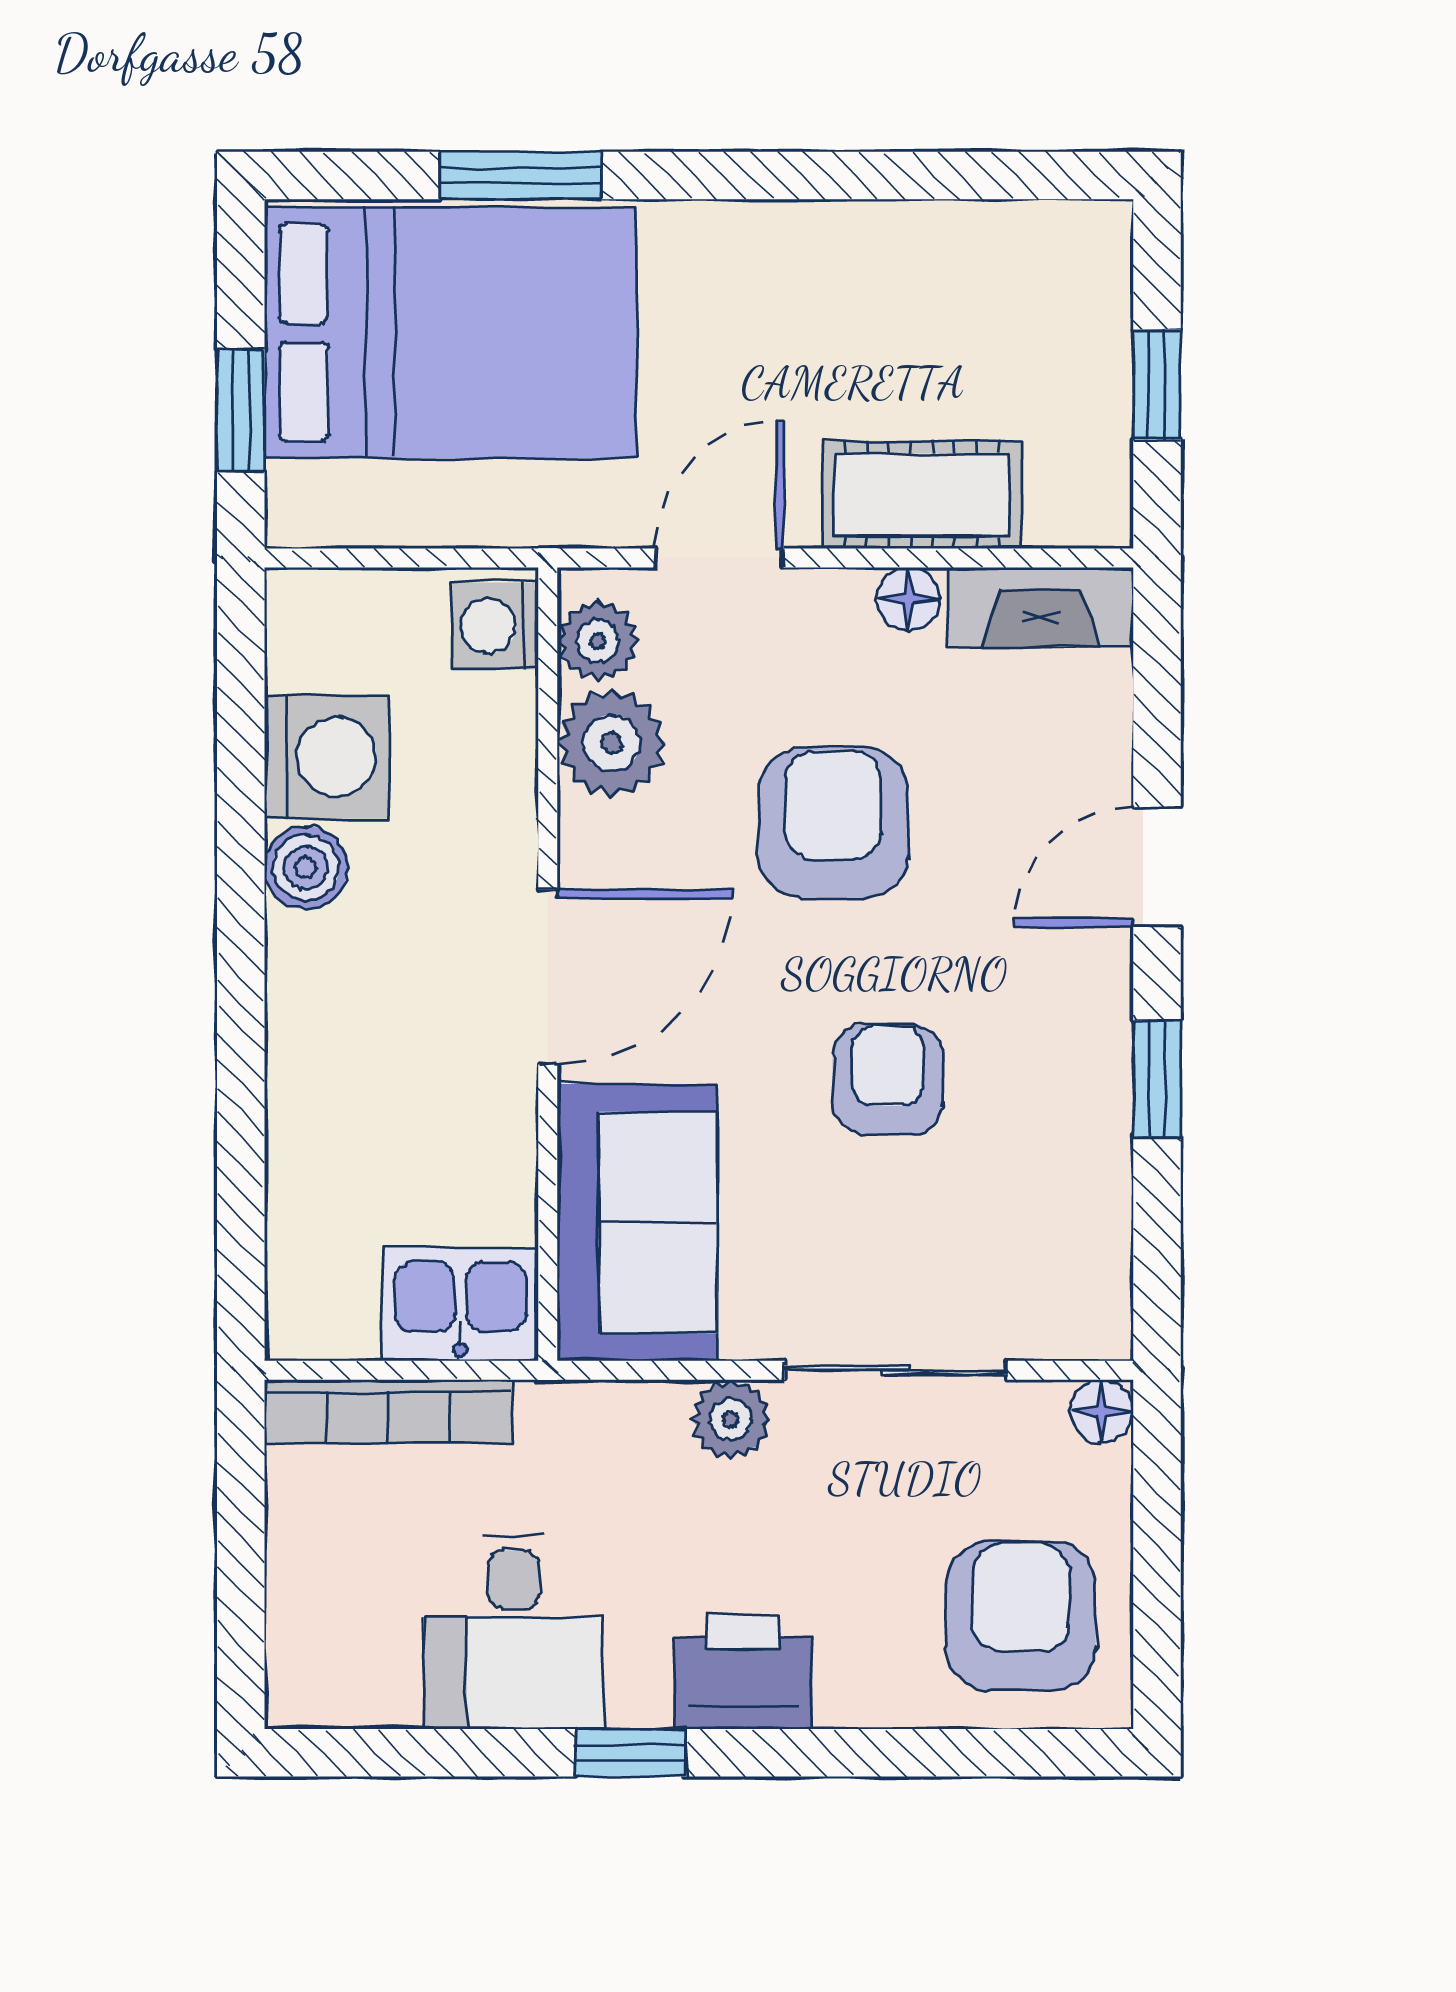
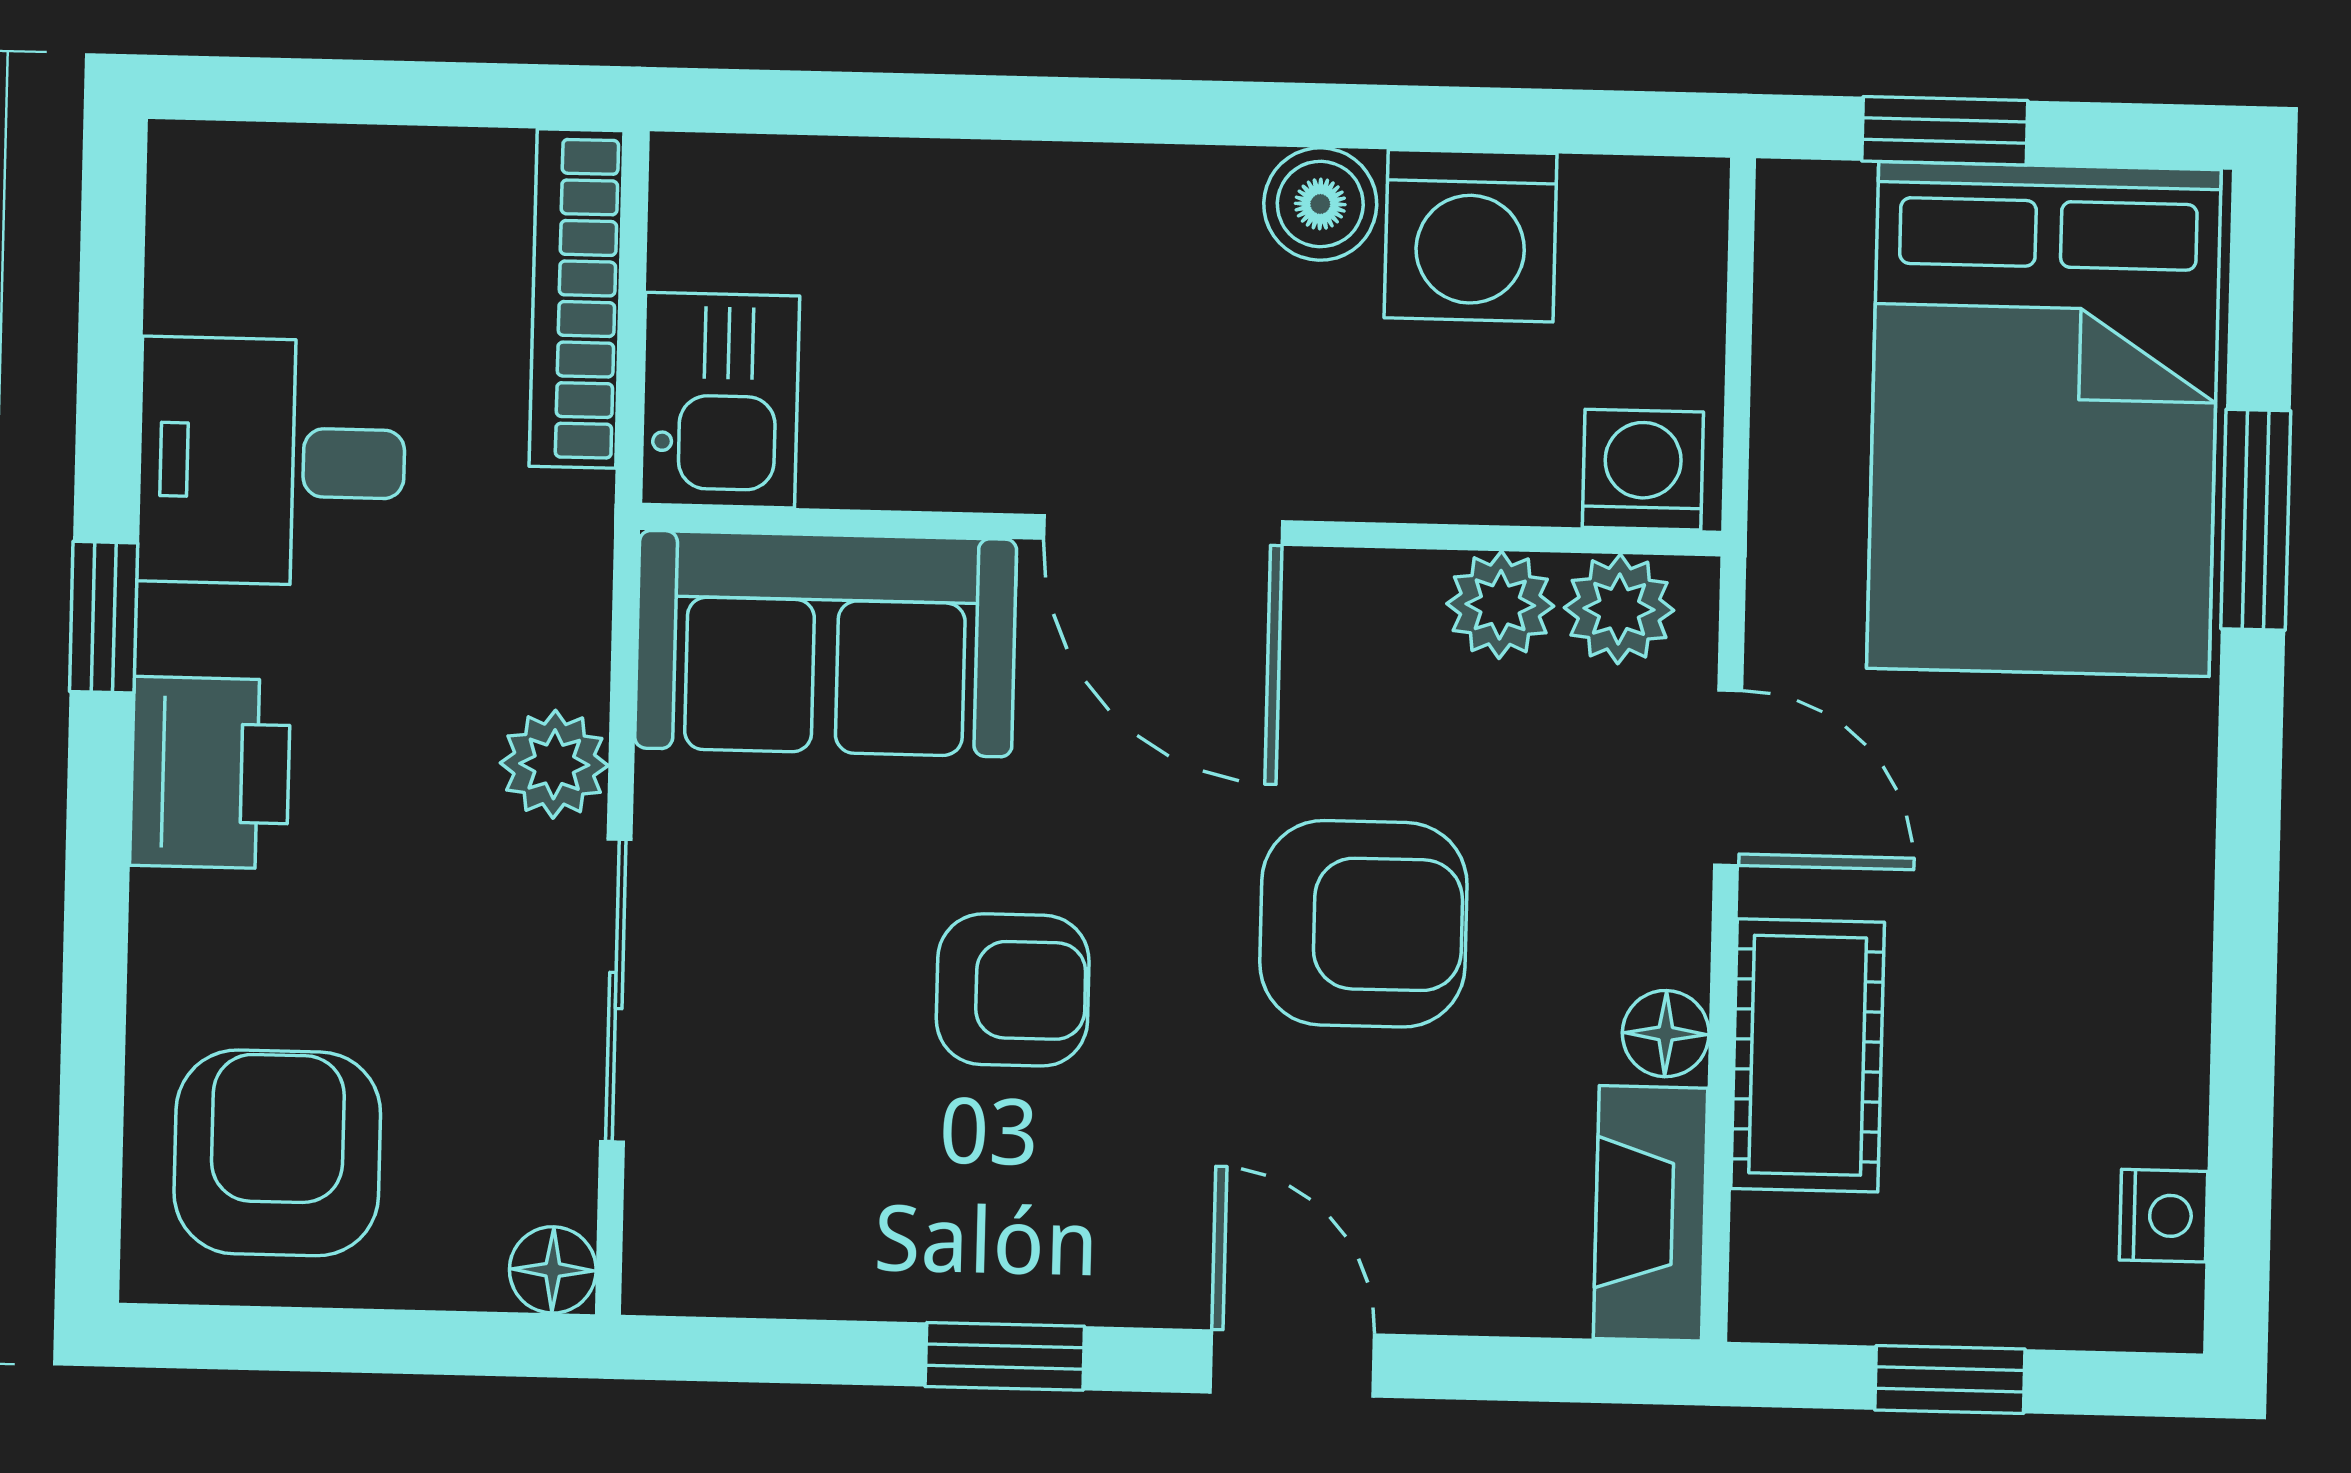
nightstand: (1033, 231) -> (2164, 1216), added
plant: (611, 743) -> (1500, 605), width x0.73, depth x0.73
armchair: (1021, 1616) -> (277, 1153), turned -90

